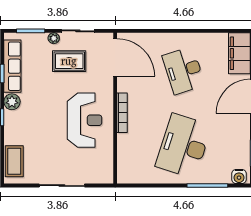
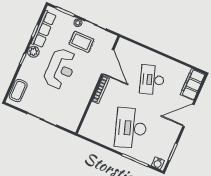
door: (115, 57) -> (108, 62), moved
reception desk: (85, 120) -> (60, 69), moved
desk: (184, 146) -> (131, 128), turned -36

